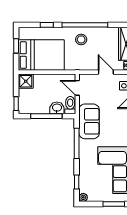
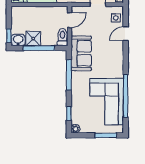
shower: (26, 81) -> (33, 39), moved
door: (77, 88) -> (69, 20), swing flipped
washbasin: (57, 108) -> (18, 40), moved

